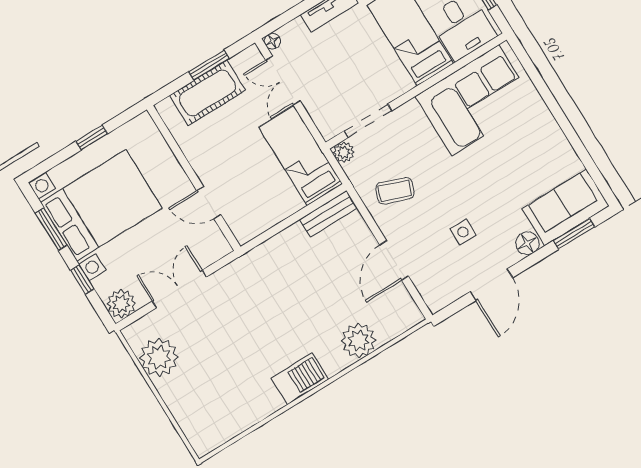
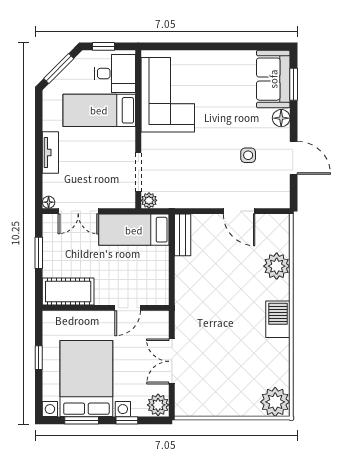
cot: (207, 93) -> (68, 291), moved, turned 90
coffee table: (395, 191) -> (194, 183), removed
plant: (159, 357) -> (275, 402), moved

